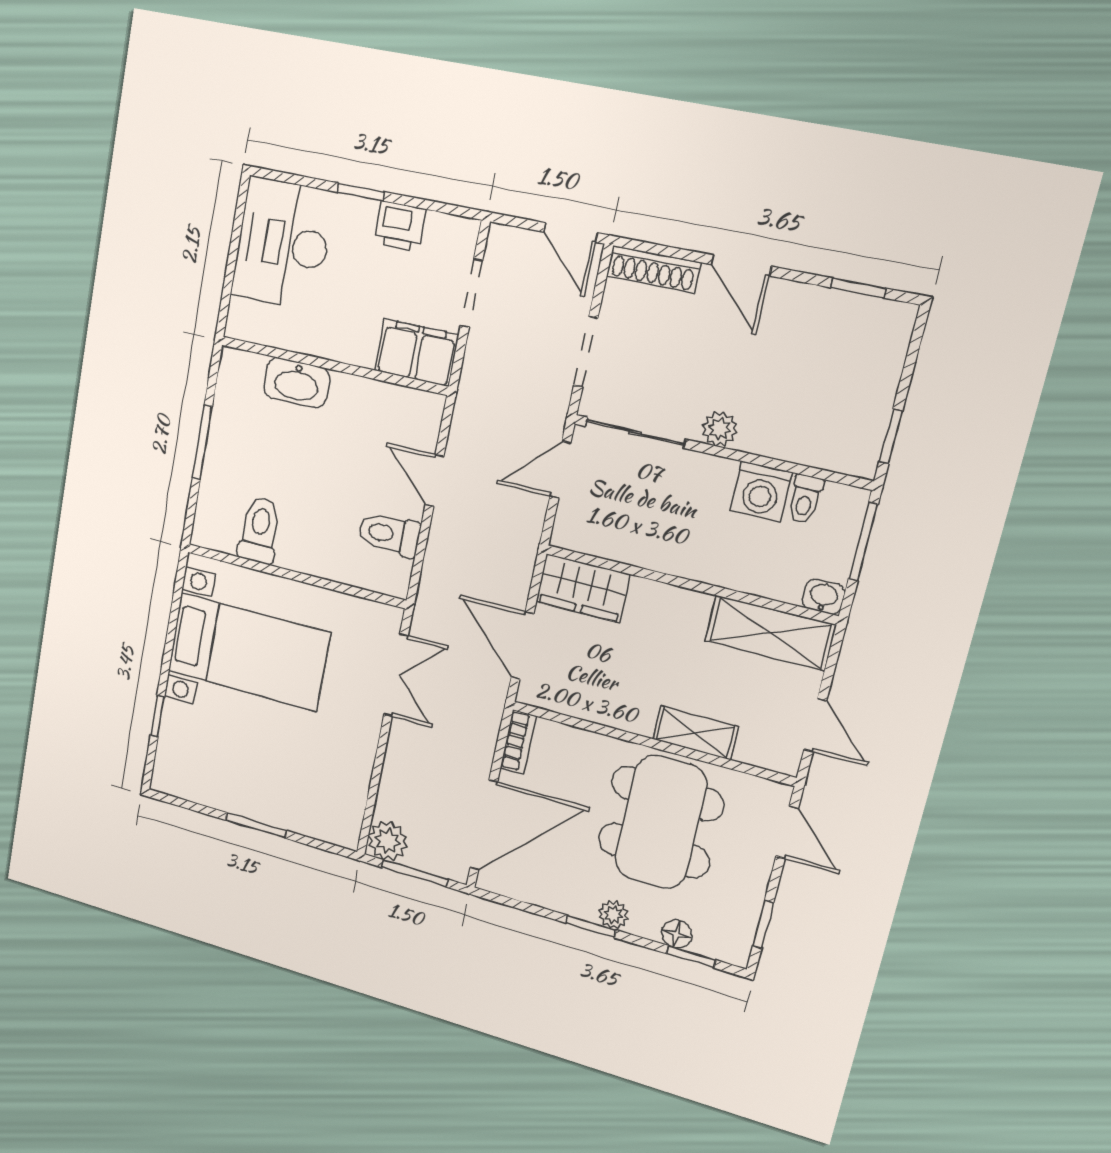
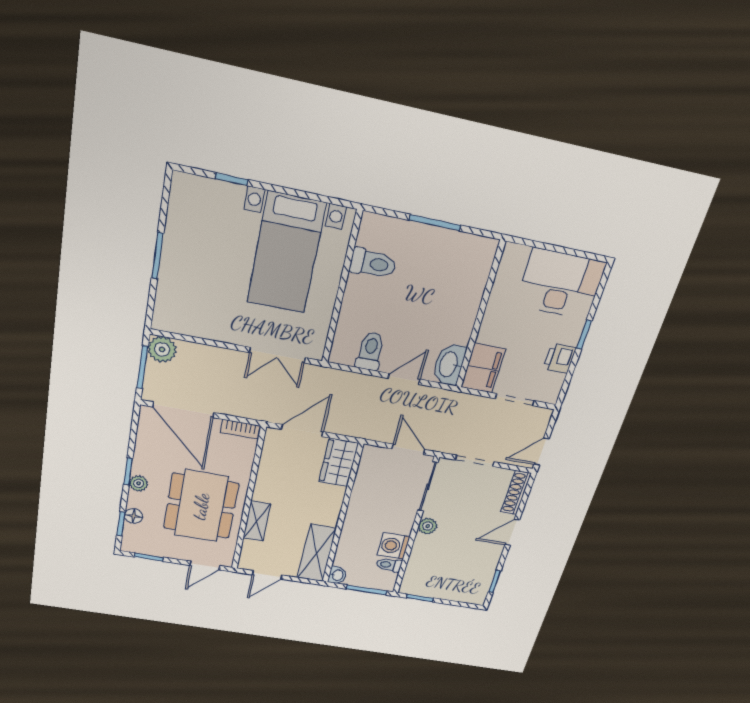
washbasin: (297, 383) -> (449, 364), moved
dining table: (661, 822) -> (201, 506), turned 90

